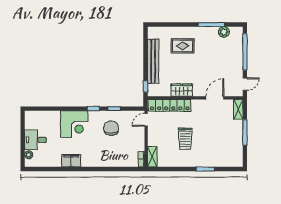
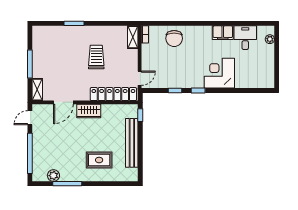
wardrobe: (182, 90) -> (89, 111), moved
chair: (111, 128) -> (174, 38), moved
desk: (35, 140) -> (245, 38), moved, turned -90

